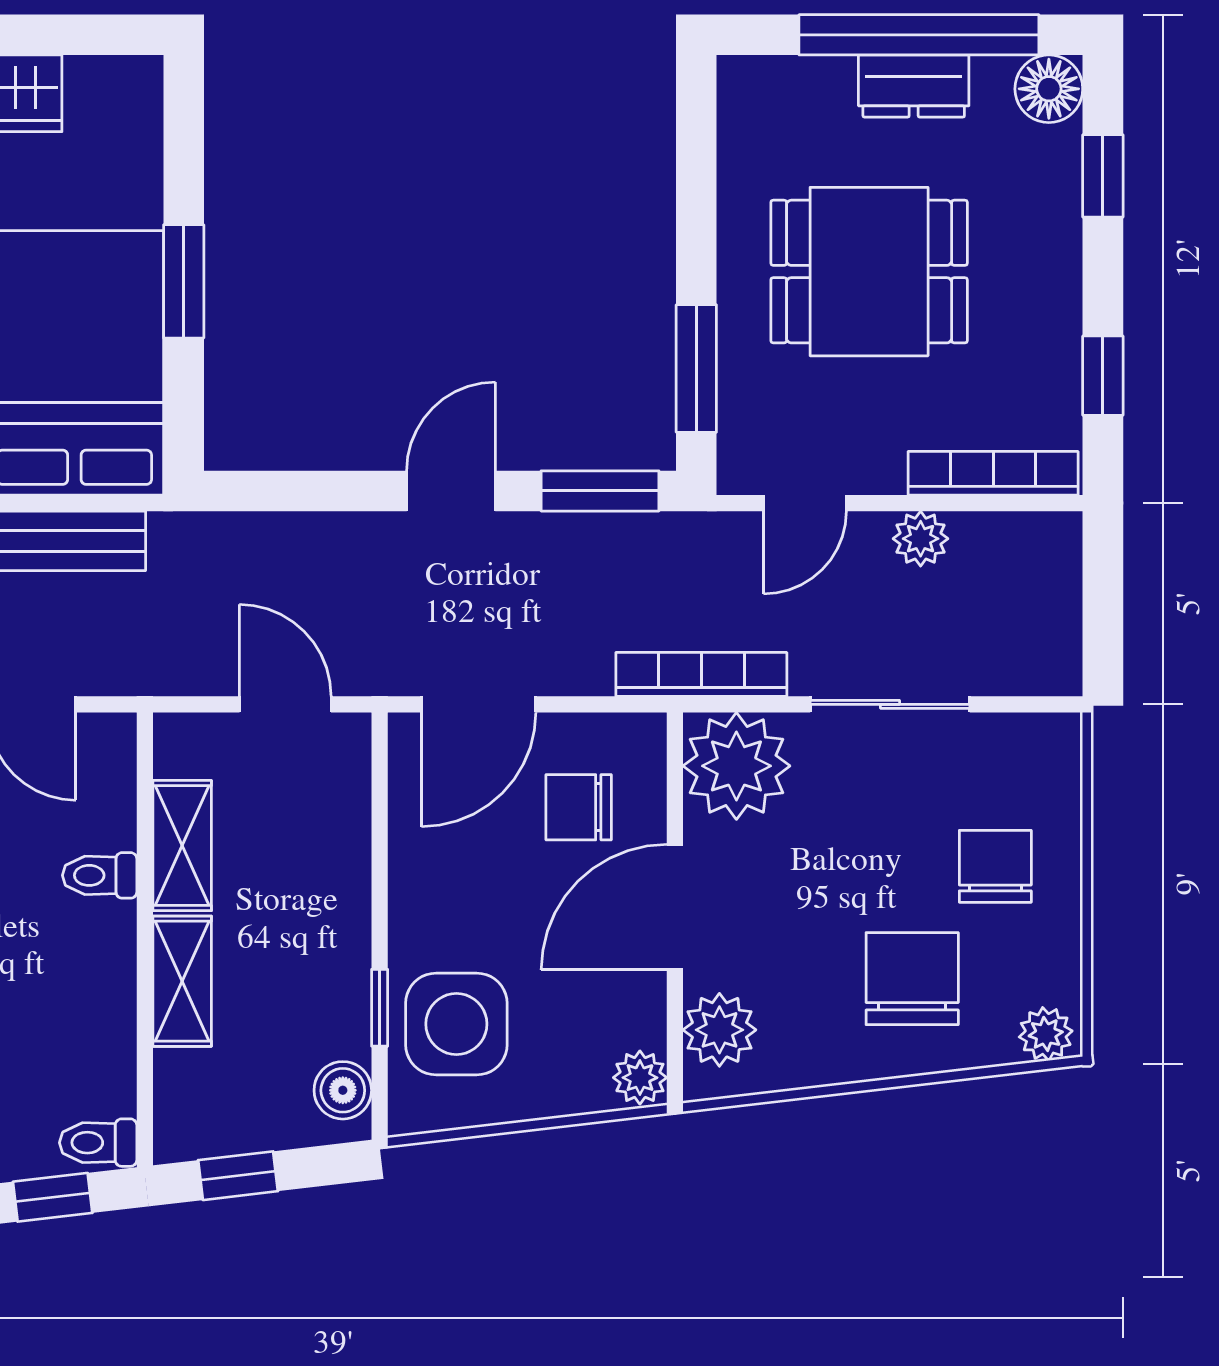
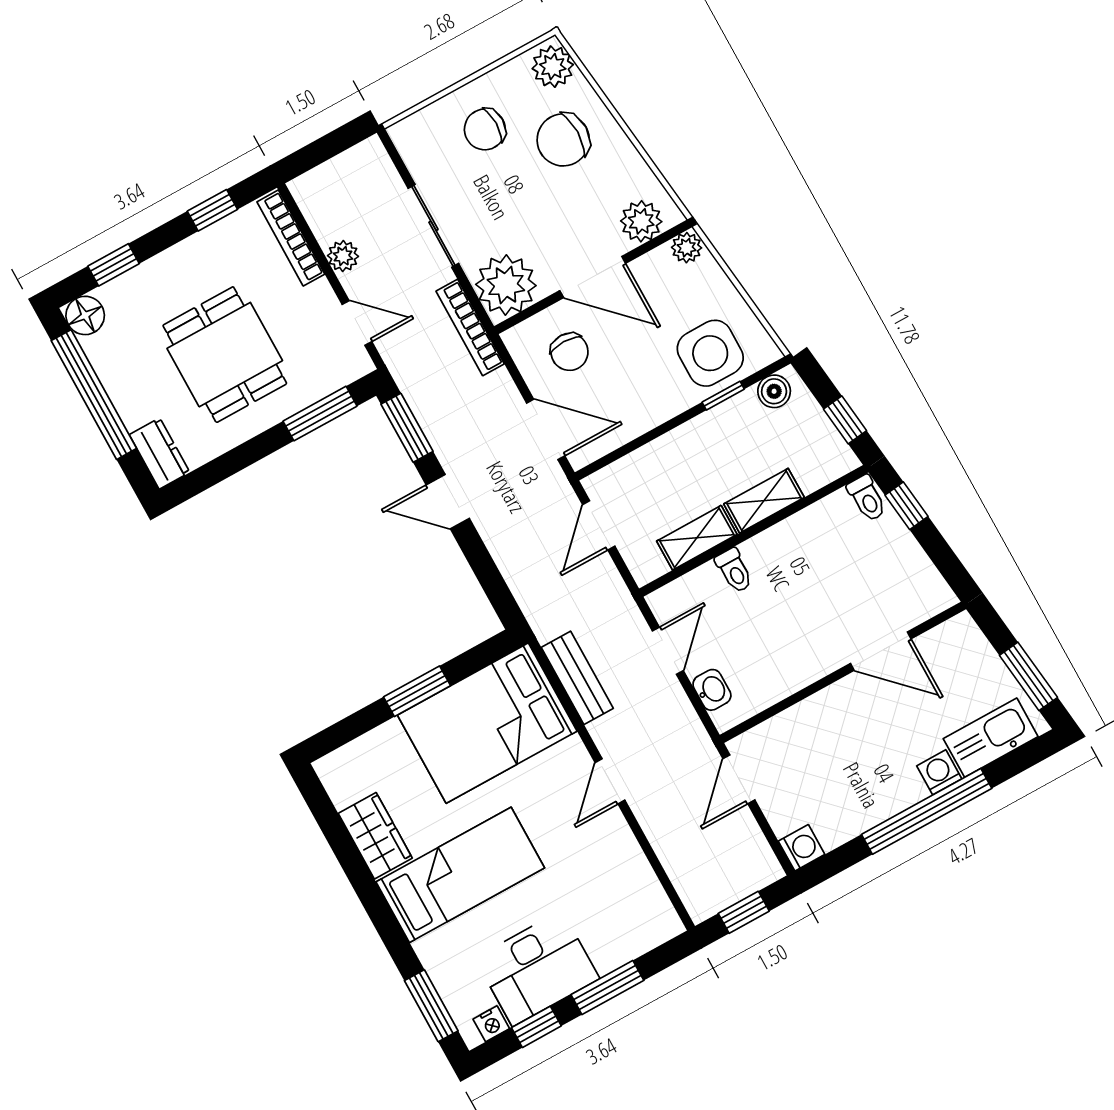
dresser: (914, 86) -> (160, 453), moved
plant: (1046, 1034) -> (553, 67), width x1.38, depth x1.38

